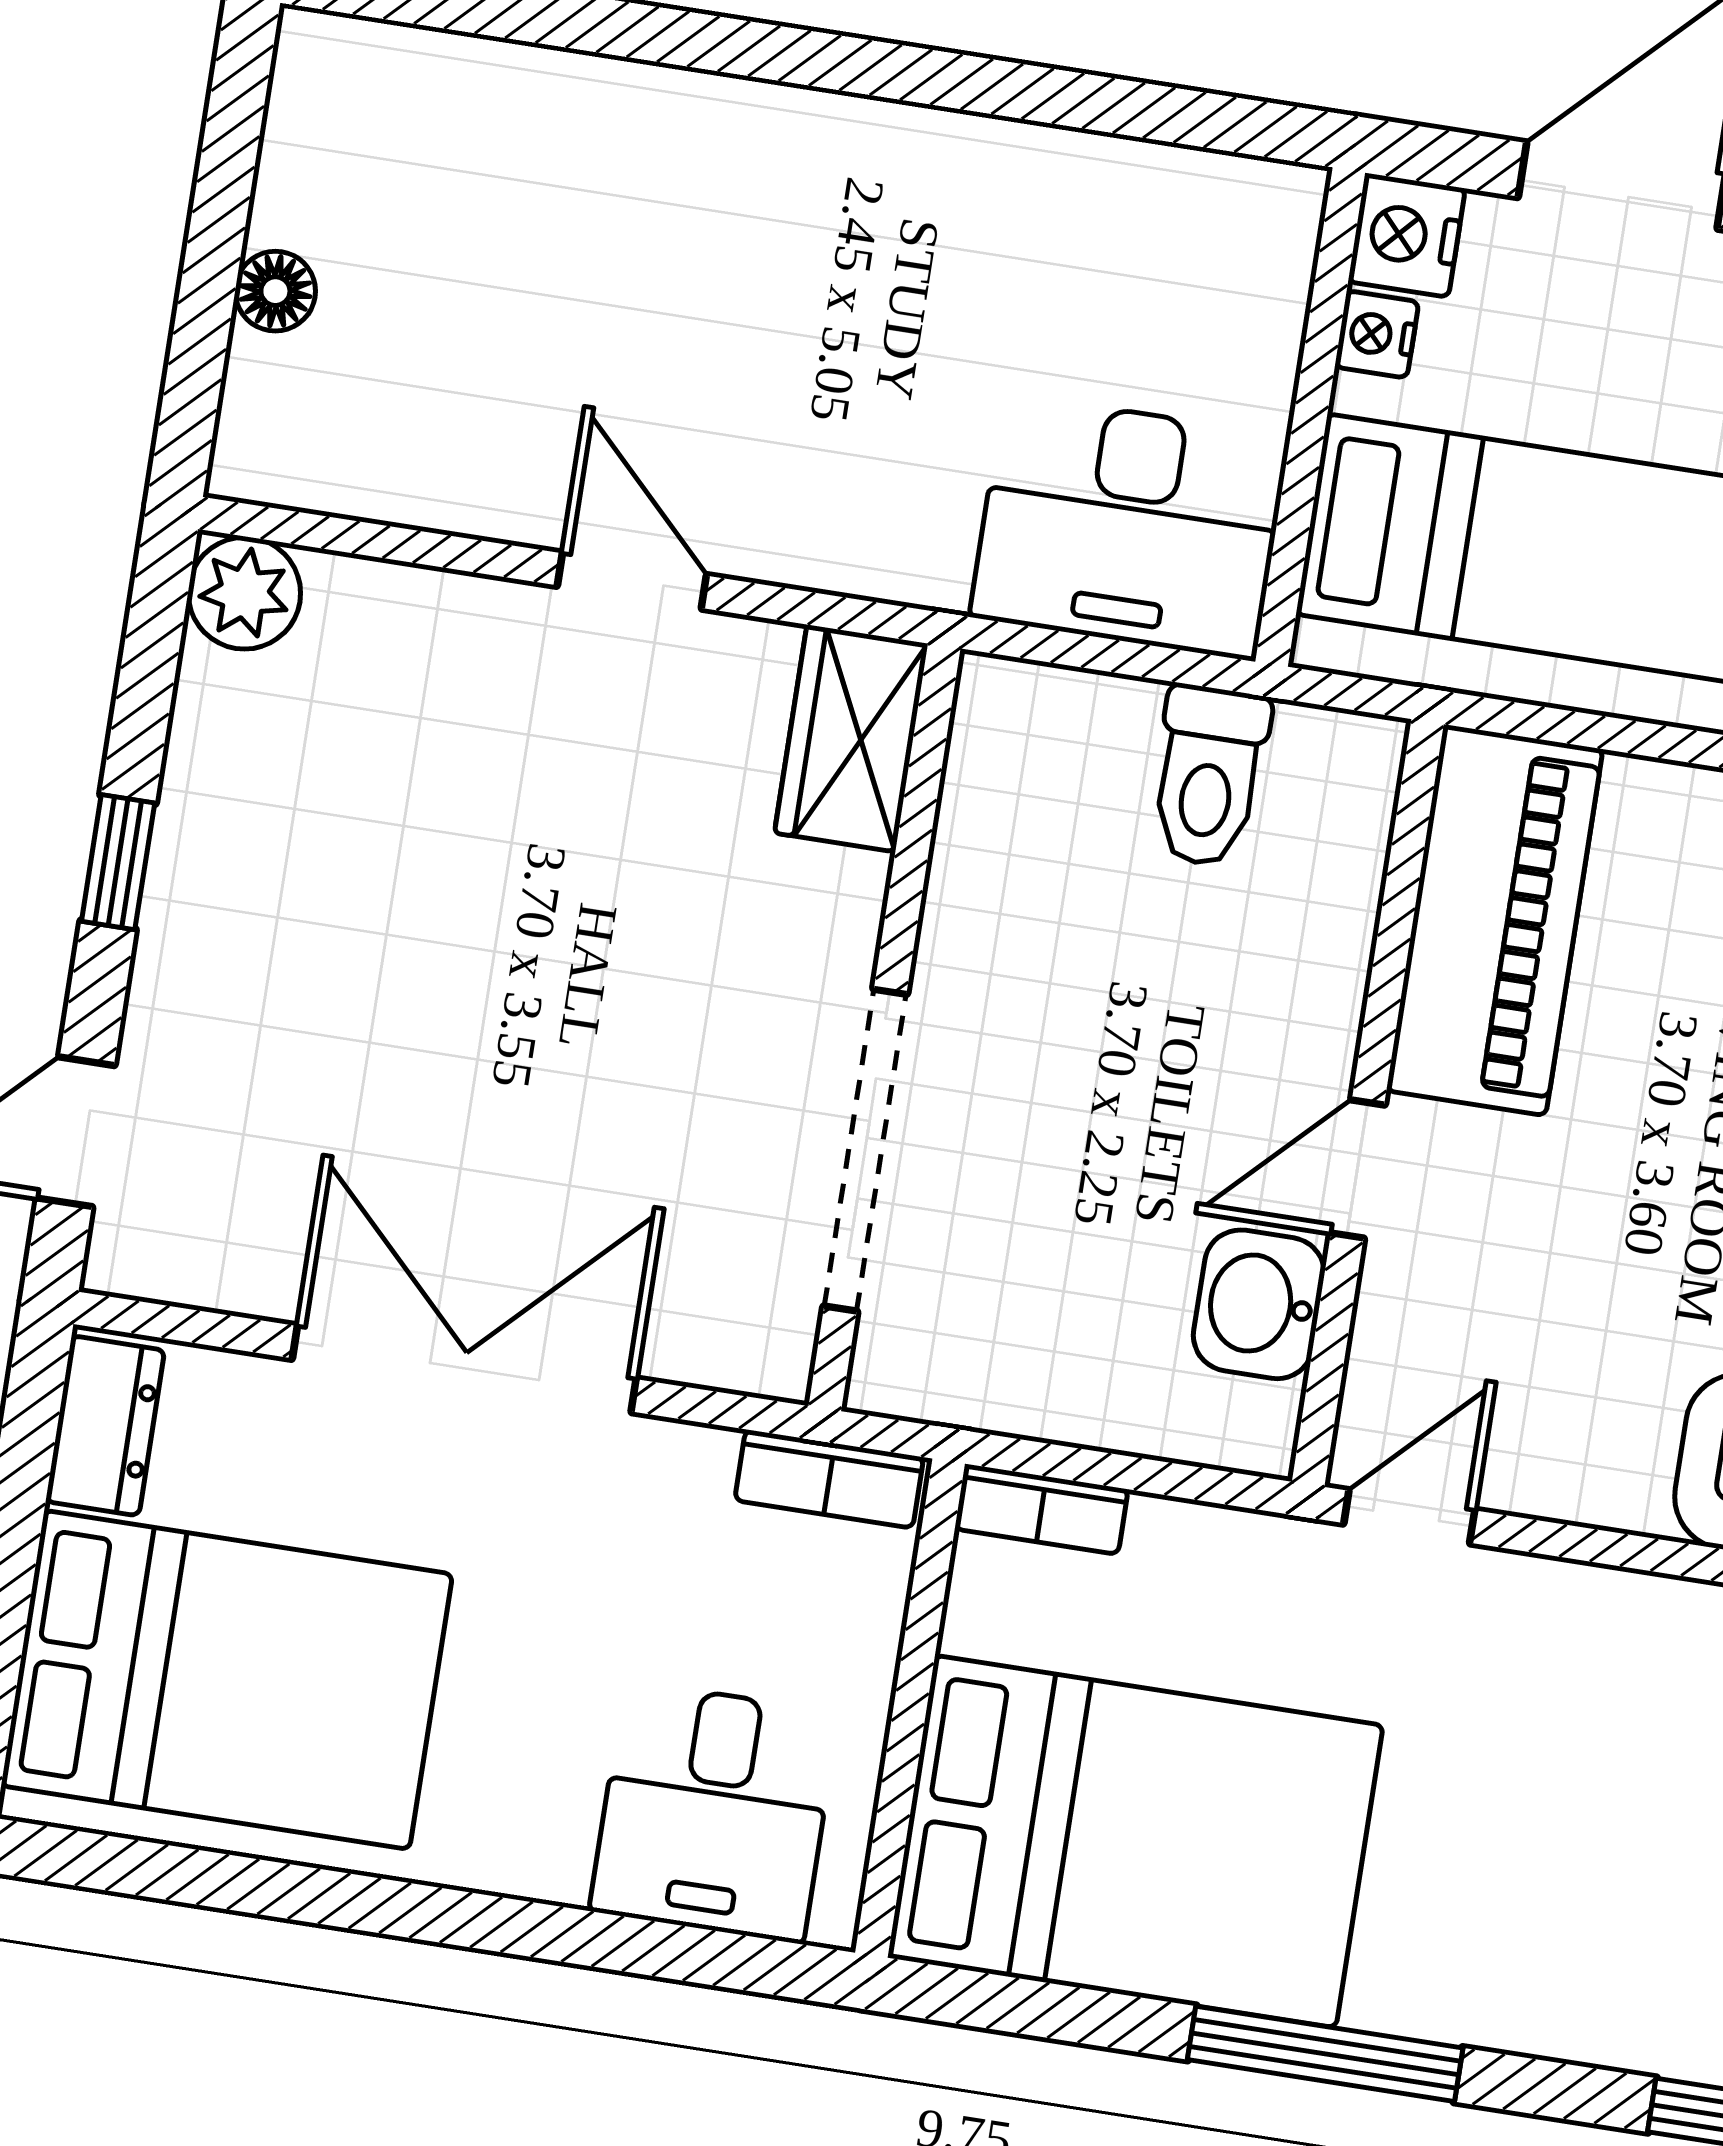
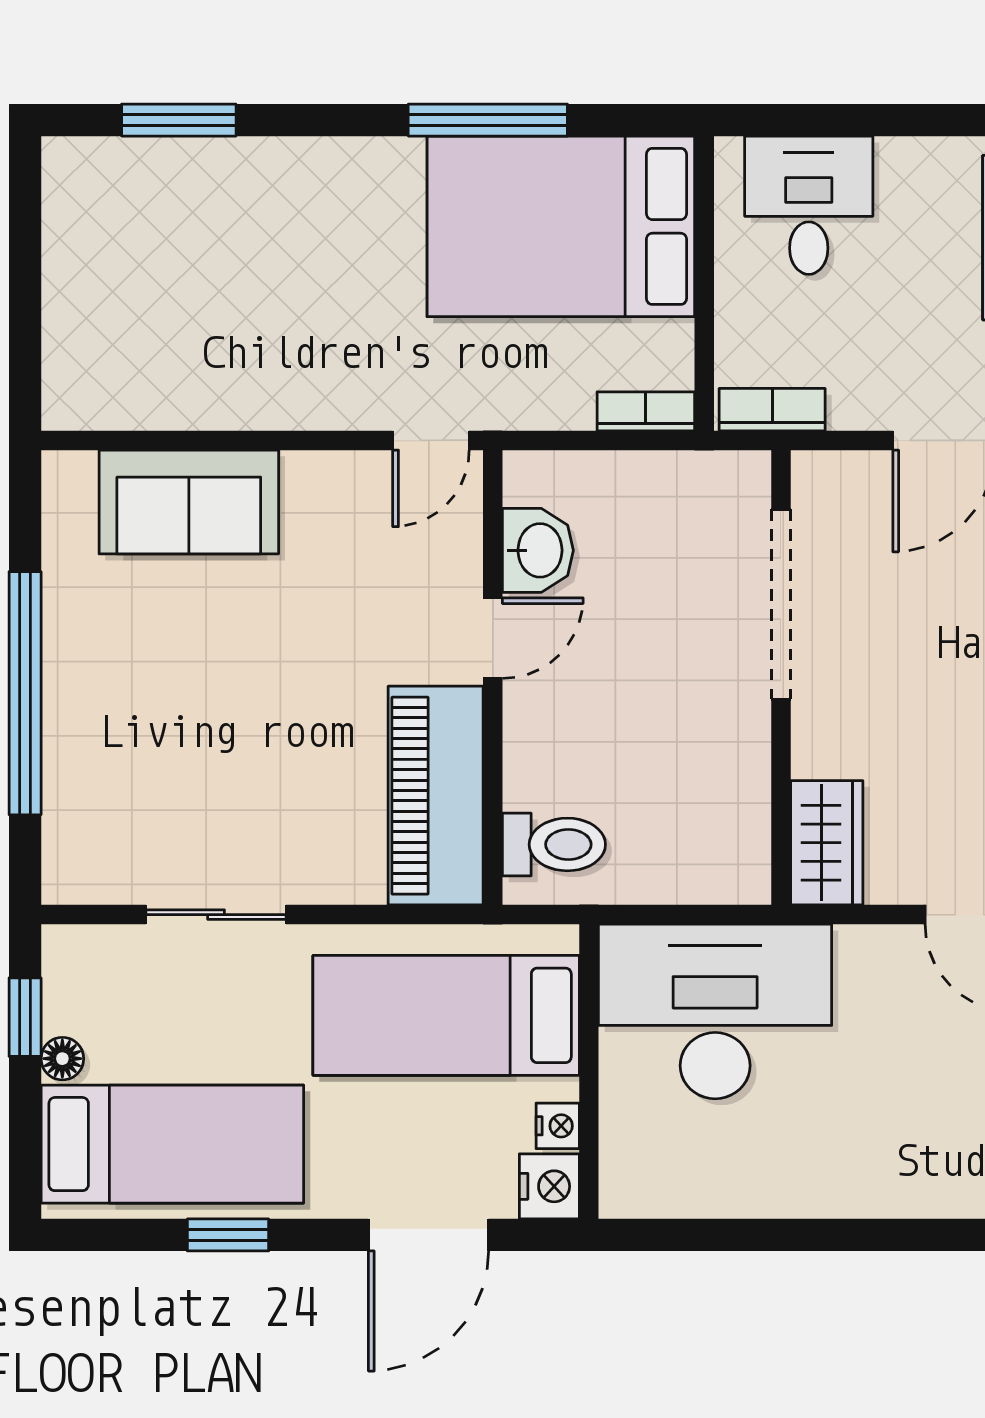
desk: (1130, 527) -> (715, 1011), width x1.36, depth x1.30
toilet: (1209, 776) -> (554, 844), moved, turned 90
window: (1325, 2054) -> (488, 120), moved

